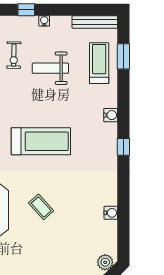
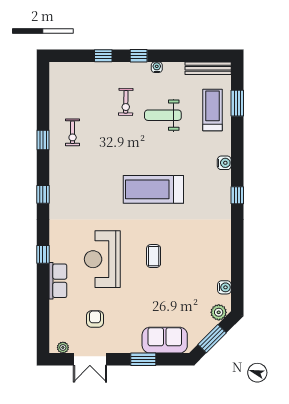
treadmill: (41, 141) -> (153, 189), turned 180
coffee table: (41, 207) -> (154, 256), turned 42
water cooler: (111, 213) -> (224, 287), moved

